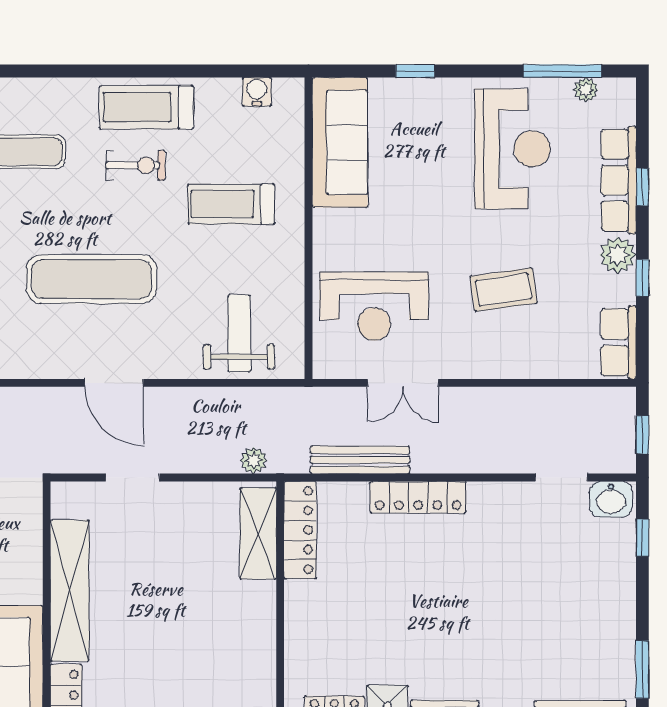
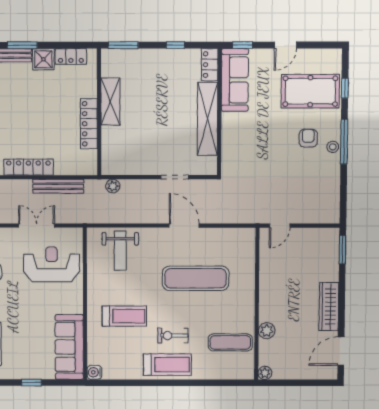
water cooler: (257, 92) -> (94, 372), moved, turned 90
locker: (300, 530) -> (89, 124), moved
shelving: (258, 534) -> (110, 102), moved

